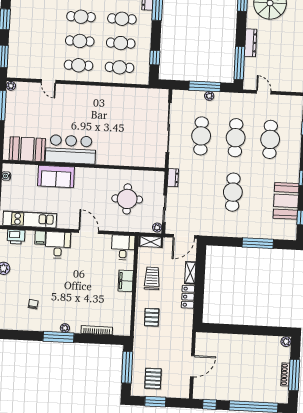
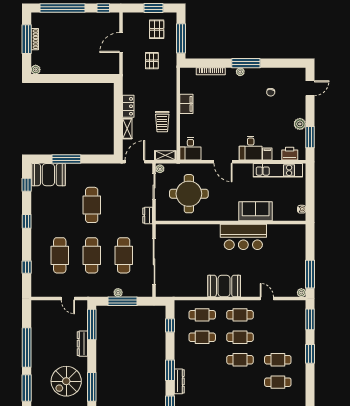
cafe table: (122, 19) -> (278, 360), moved
booth: (27, 149) -> (224, 286), moved
round table: (127, 199) -> (189, 194), width x1.36, depth x1.36
booth: (286, 201) -> (48, 175), moved, turned 90
filing cabinet: (126, 281) -> (186, 104), moved
pallet: (152, 317) -> (152, 61), moved

